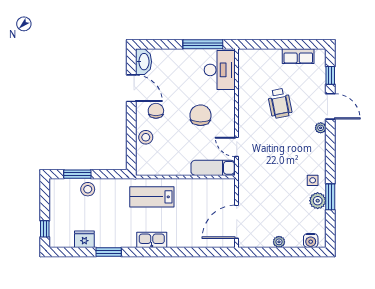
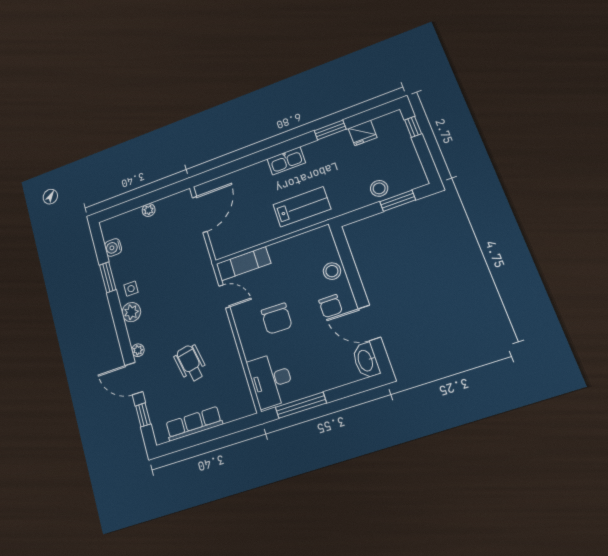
row of seats: (298, 56) -> (194, 424), width x1.48
plant: (318, 201) -> (131, 312), moved
water cooler: (311, 241) -> (113, 247), moved, turned -90

